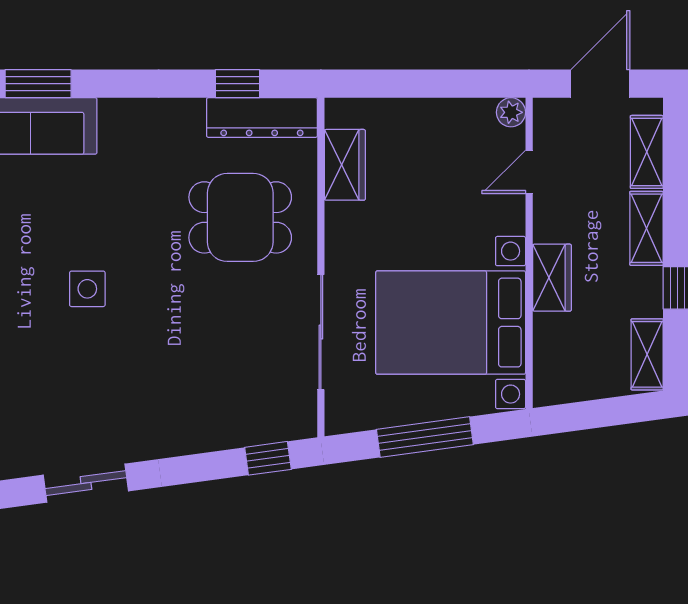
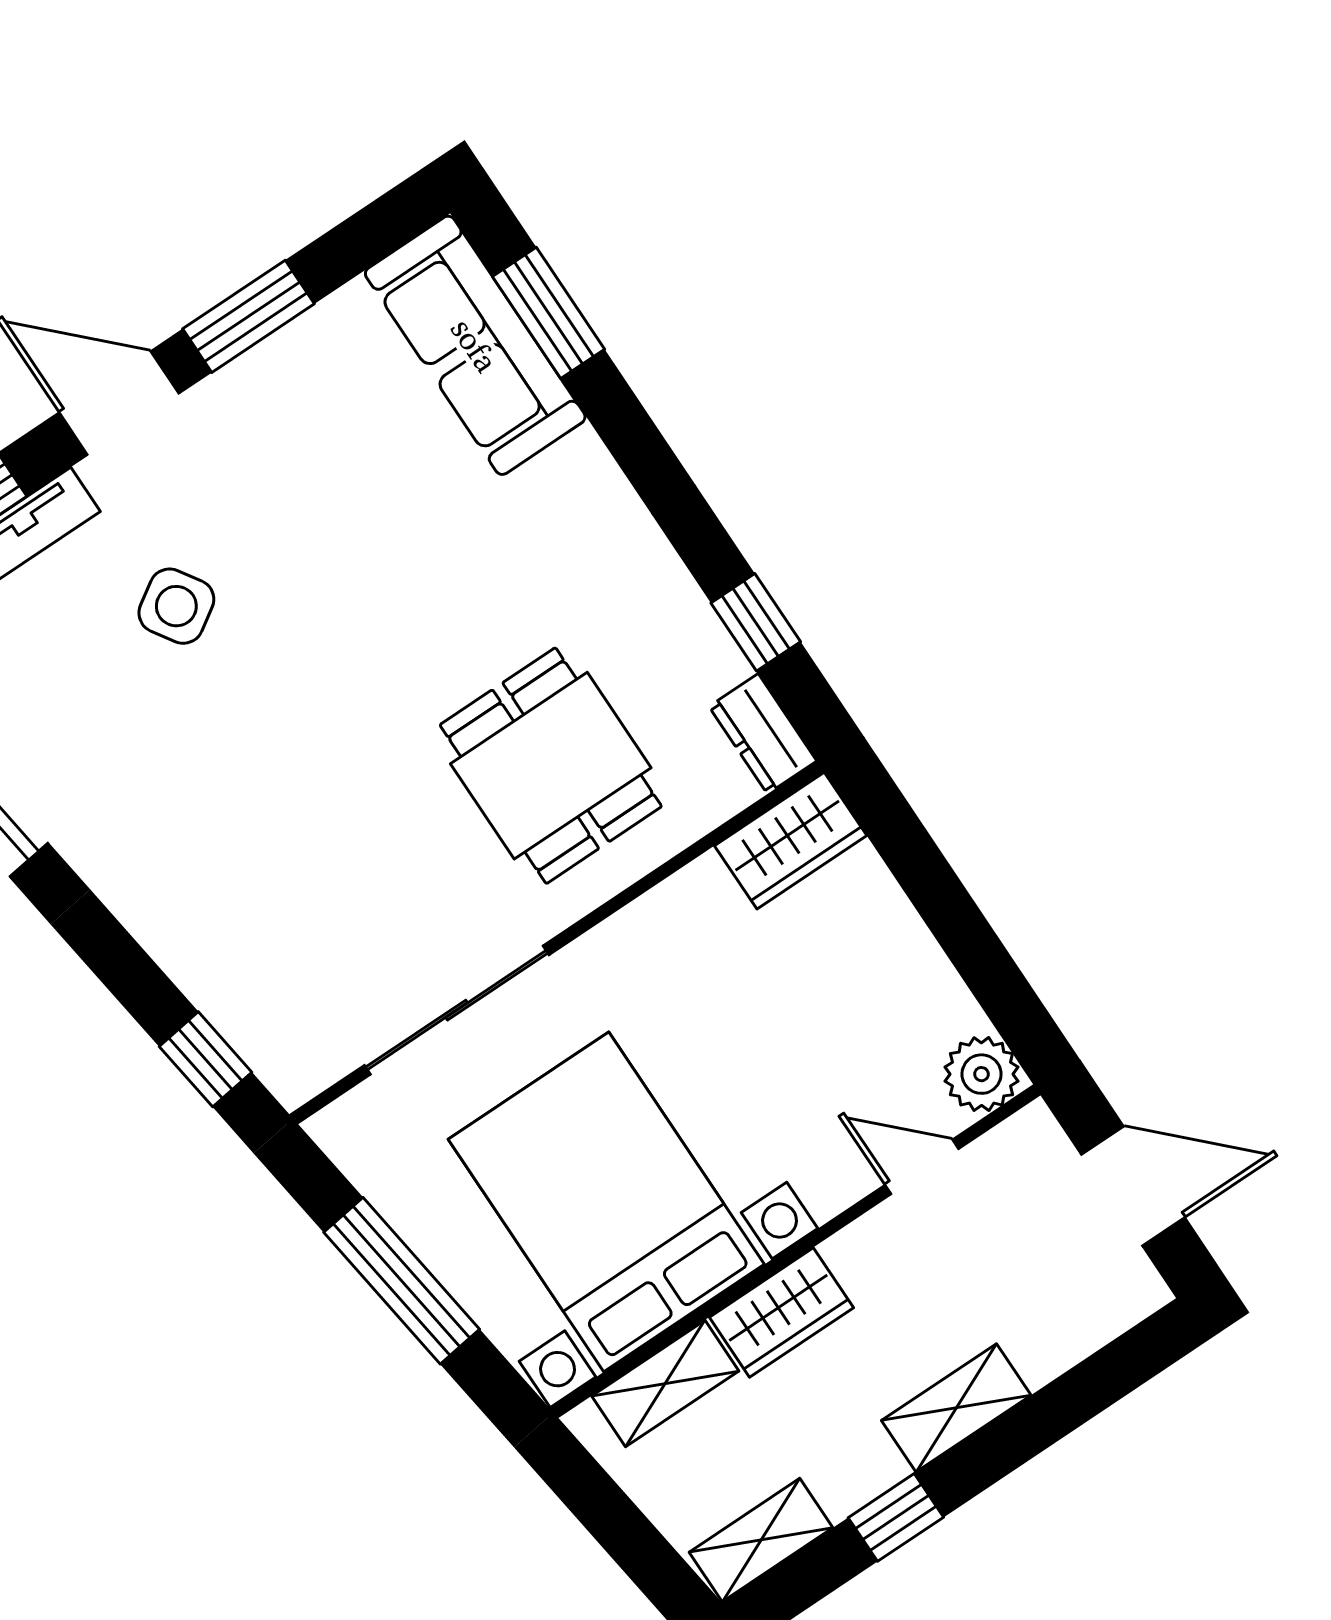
plant: (511, 112) -> (981, 1074), width x1.38, depth x1.38
dresser: (262, 118) -> (763, 734), width x0.51, depth x0.80
shelving: (647, 152) -> (665, 1383), moved
wardrobe: (345, 165) -> (791, 841), moved
side table: (87, 289) -> (176, 606), moved, turned -33

